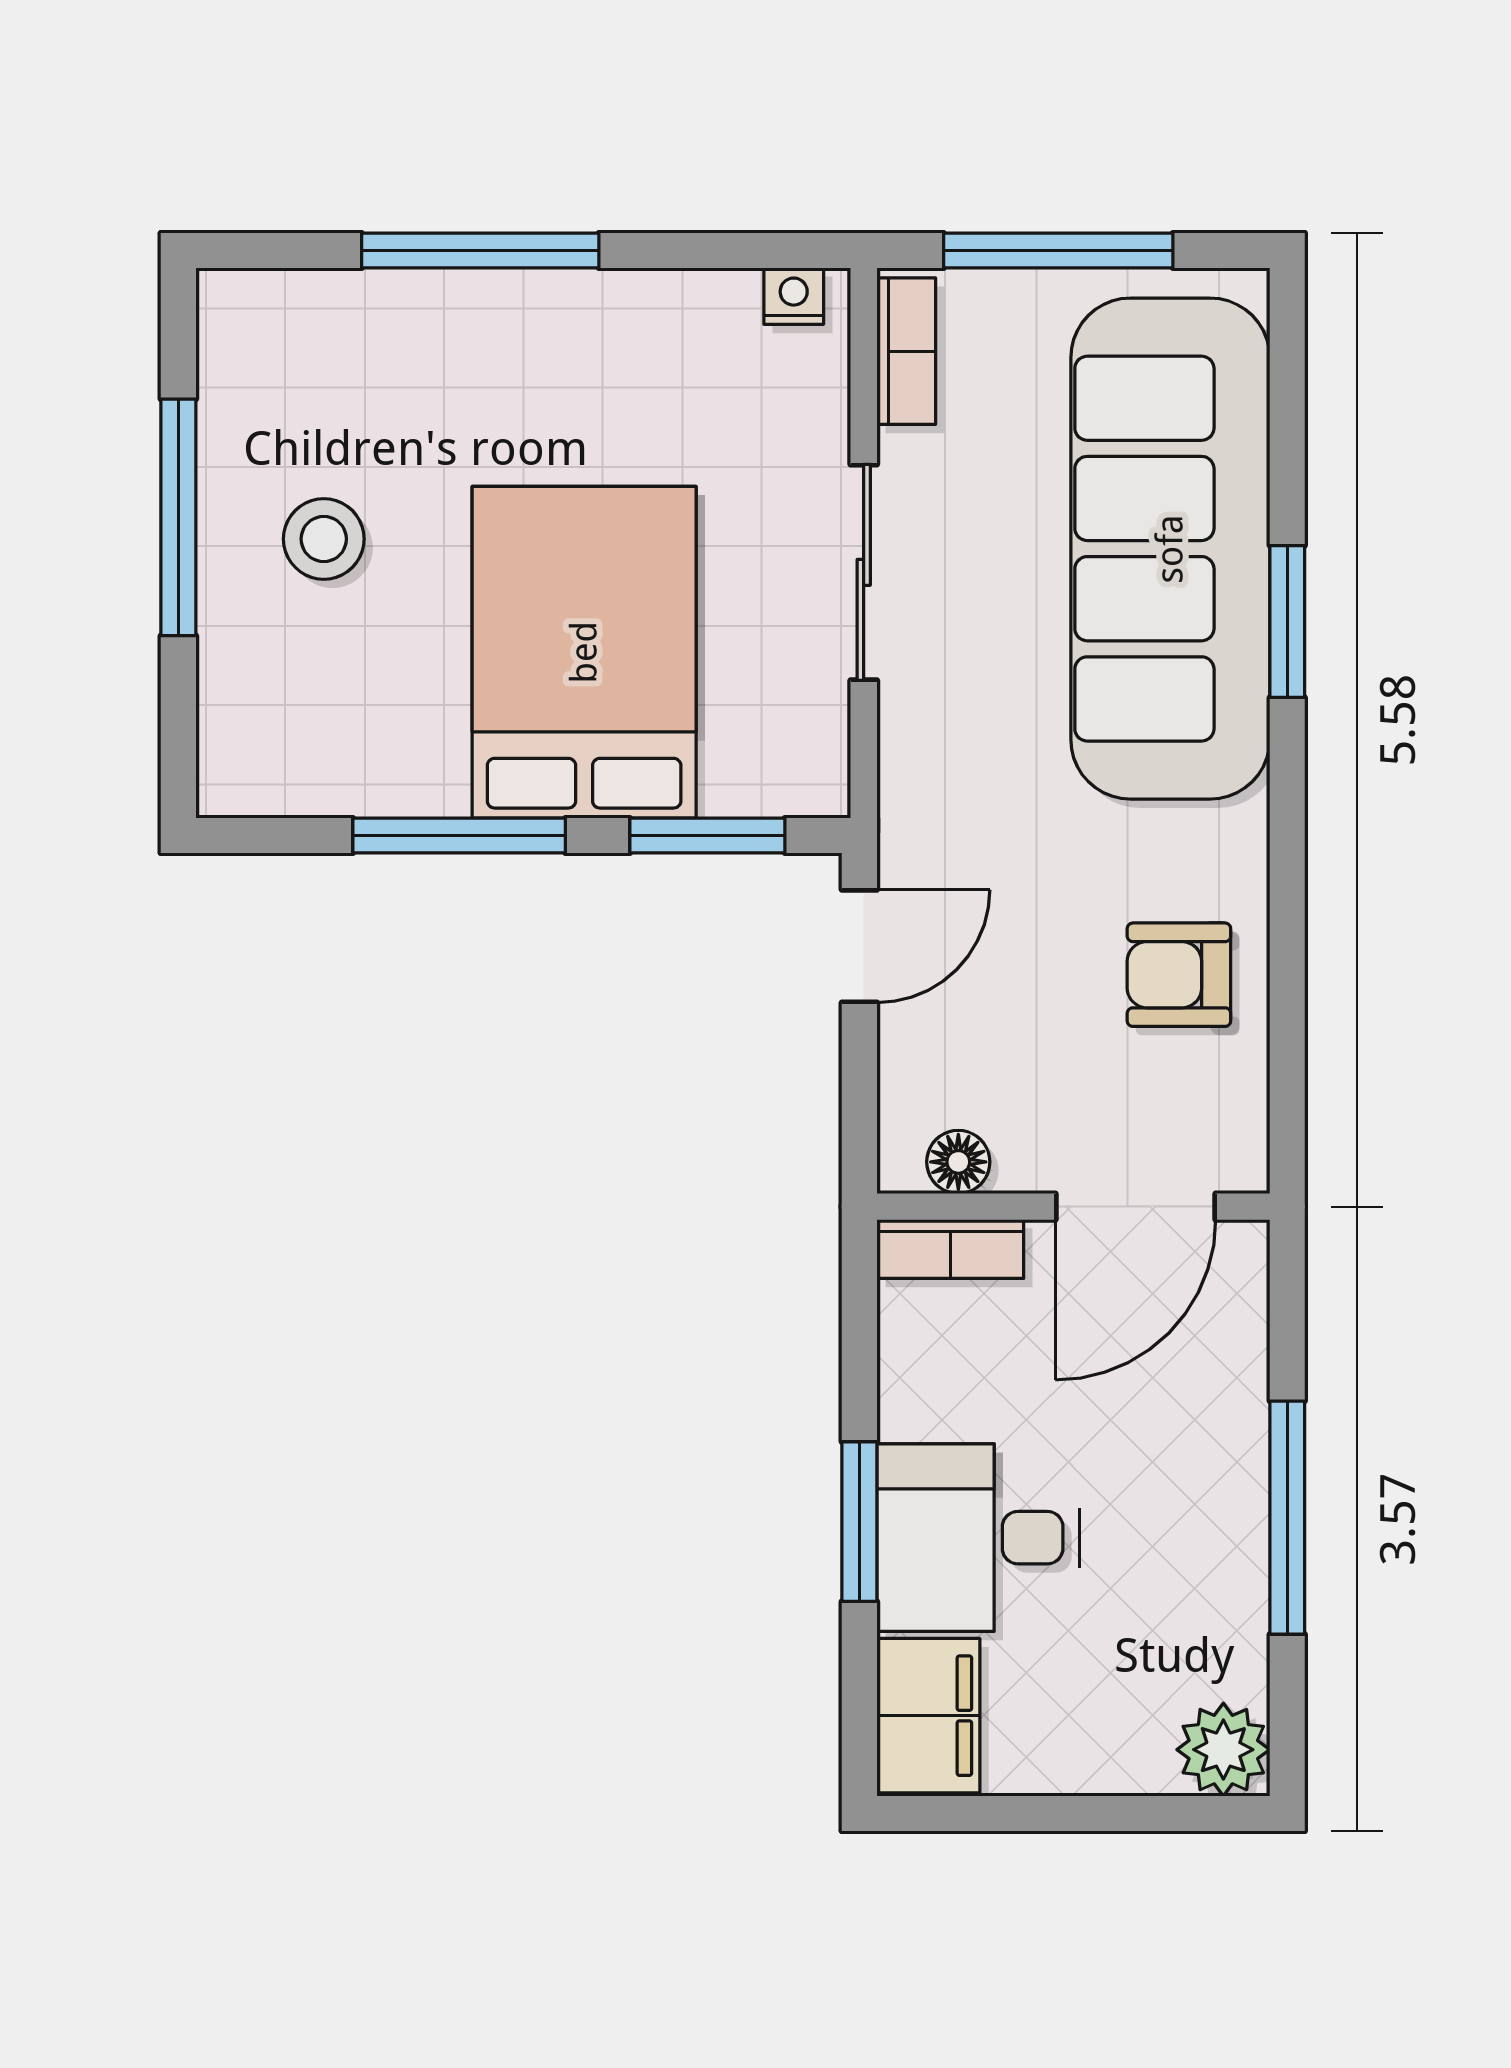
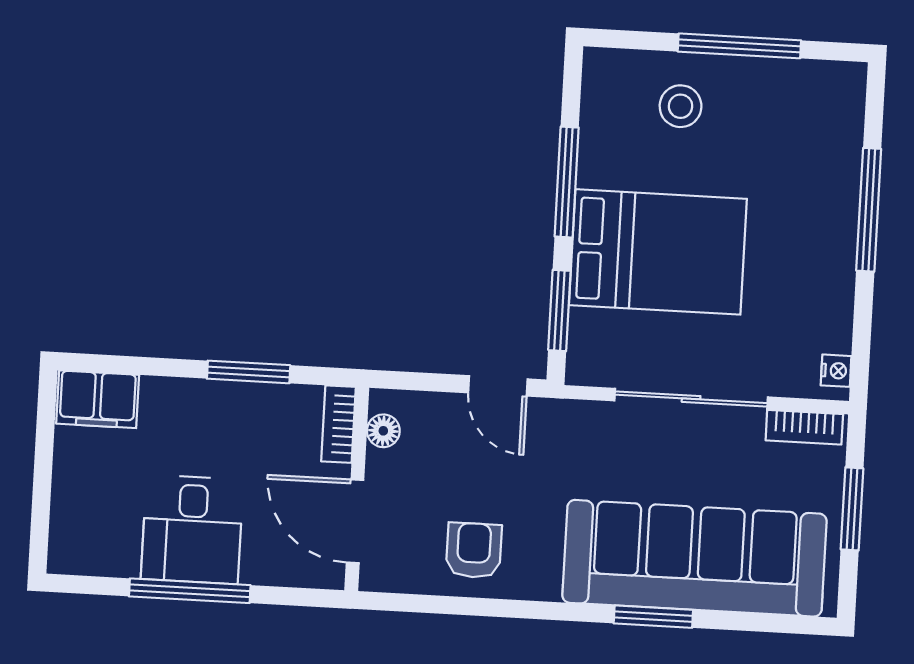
window: (1058, 250) -> (852, 509), width x0.69
stool: (324, 539) -> (681, 106), moved
sliding door: (864, 572) -> (691, 399), width x1.37
window: (859, 1522) -> (249, 372), moved
desk: (978, 1538) -> (192, 529), moved, turned 180
plant: (1223, 1750) -> (72, 551), removed

